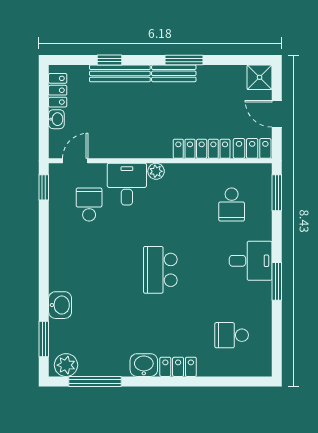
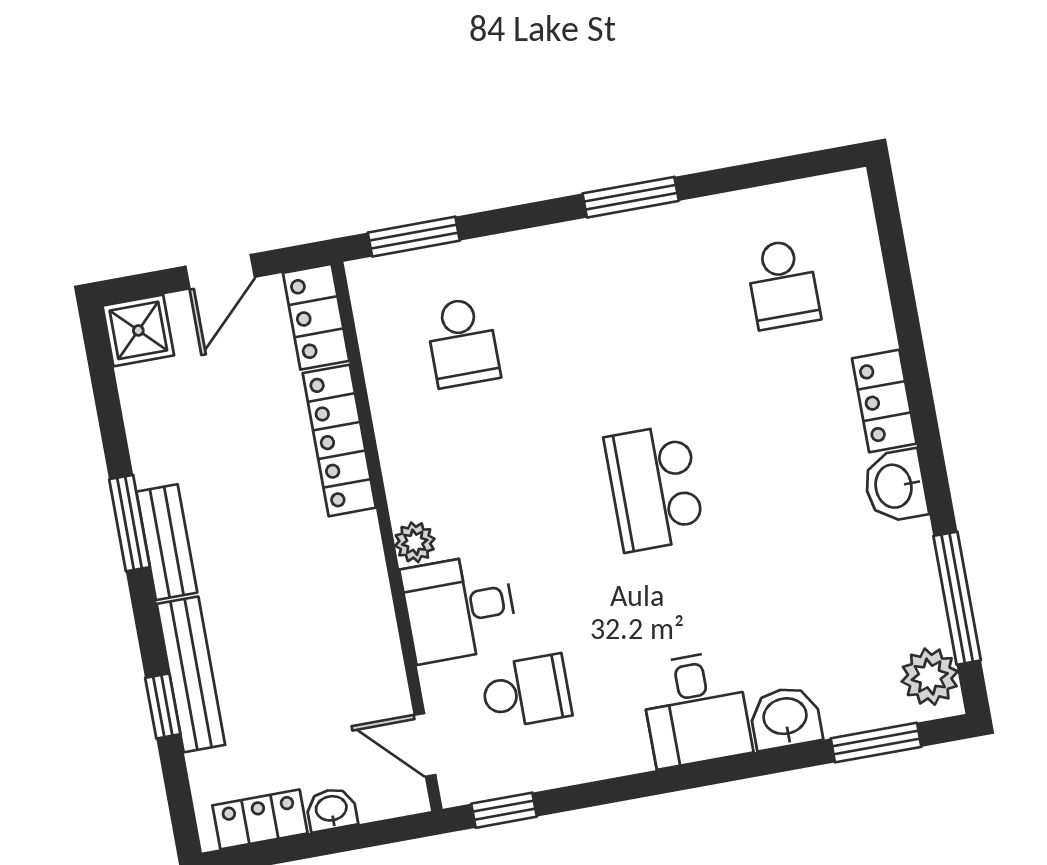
school desk: (89, 205) -> (526, 692), turned 180
school desk: (232, 205) -> (463, 342), turned 90
desk: (251, 261) -> (696, 709), moved, turned 180
school desk: (160, 270) -> (654, 488), turned 90

